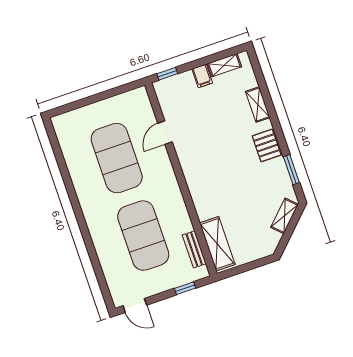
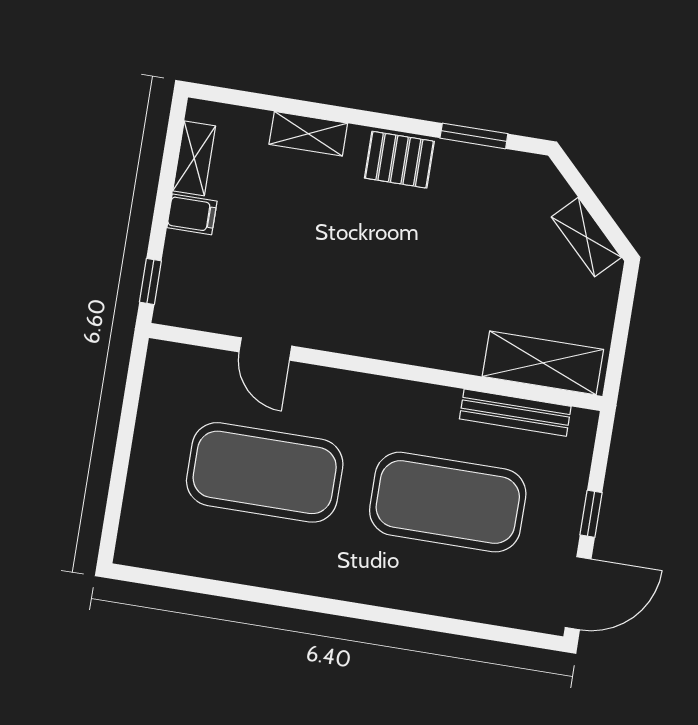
shelving: (284, 216) -> (586, 237), moved
bench: (194, 249) -> (515, 413), width x1.36
window: (185, 288) -> (591, 514), moved
door: (135, 305) -> (578, 593), width x1.38

